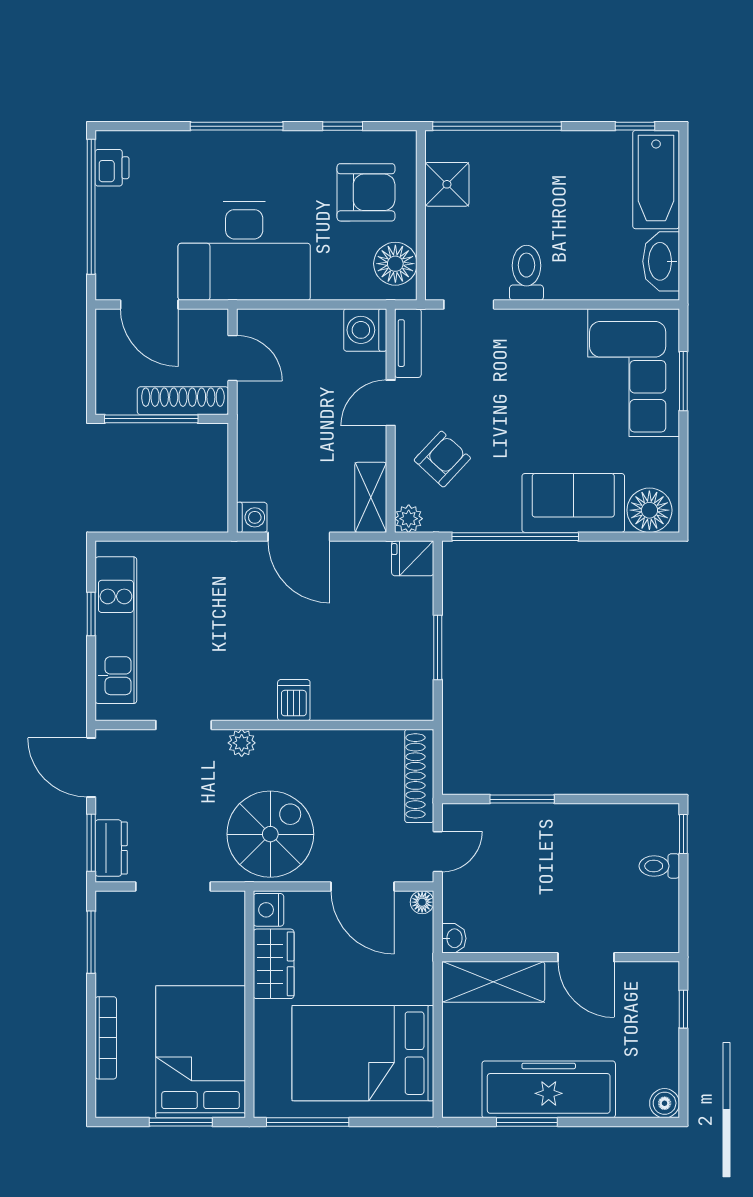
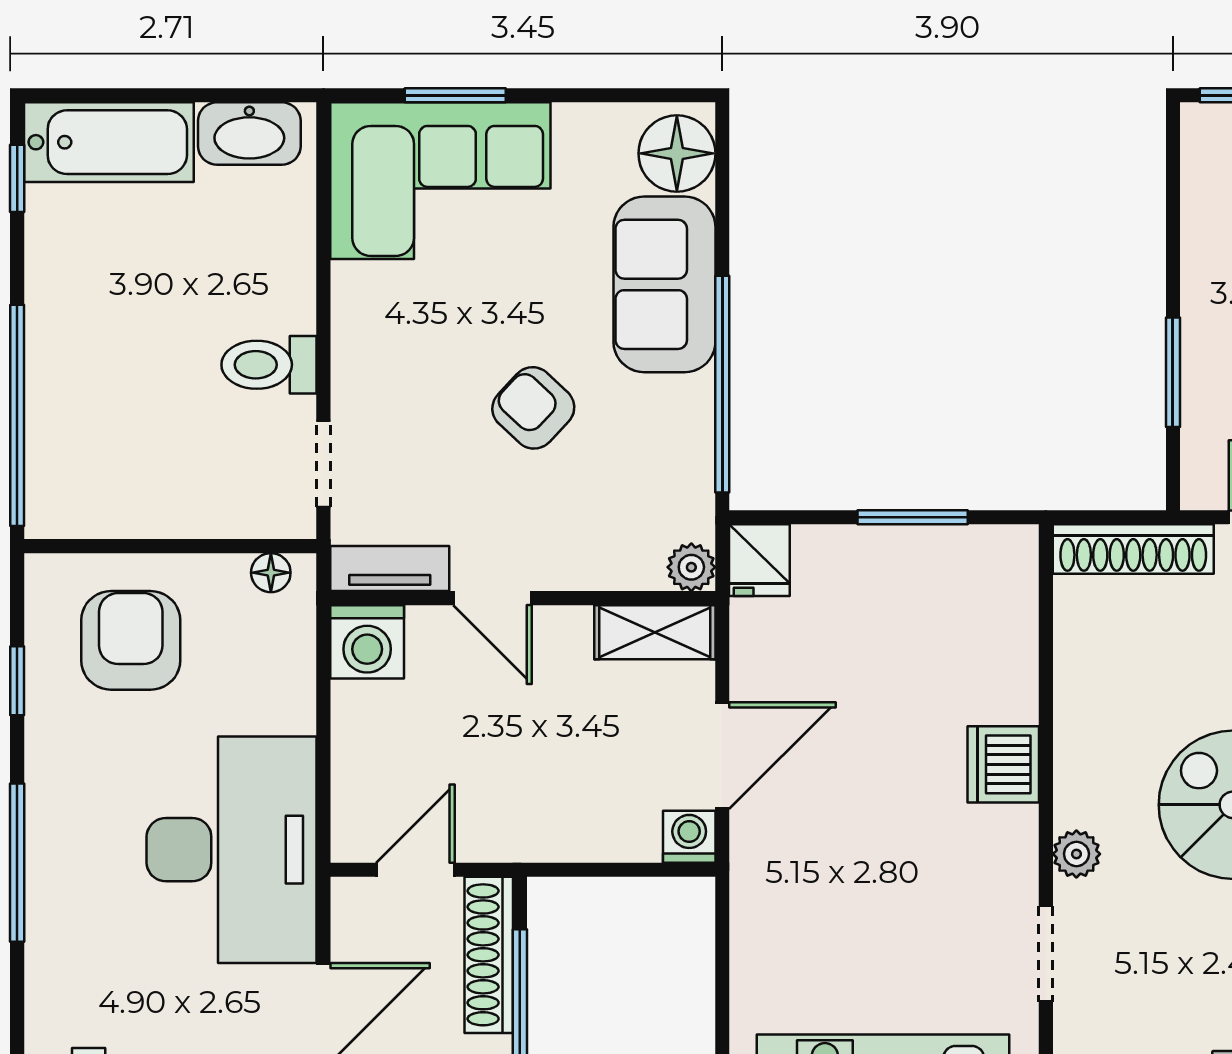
shower: (447, 184) -> (117, 501), removed
floor lamp: (395, 264) -> (271, 573), width x0.53, depth x0.53
armchair: (442, 459) -> (533, 408), moved
dishwasher: (294, 700) -> (1003, 764), width x1.38

